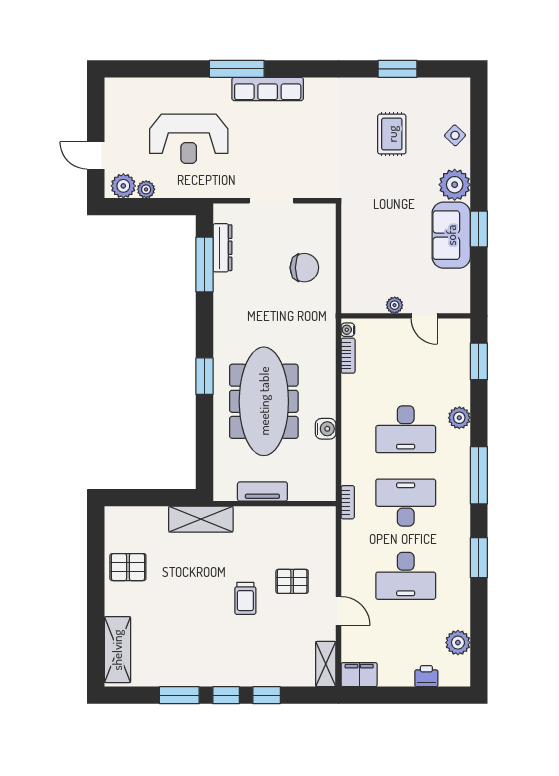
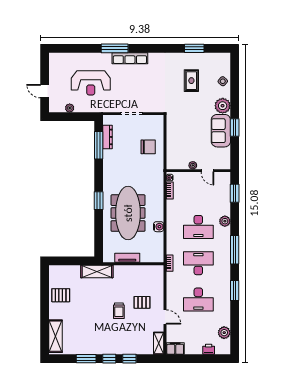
plant: (123, 186) -> (58, 106), removed

